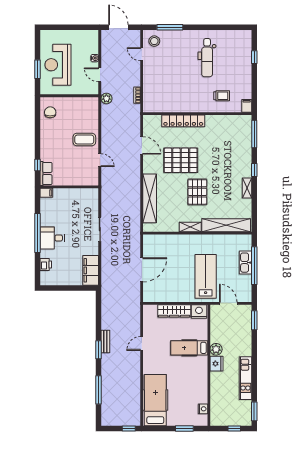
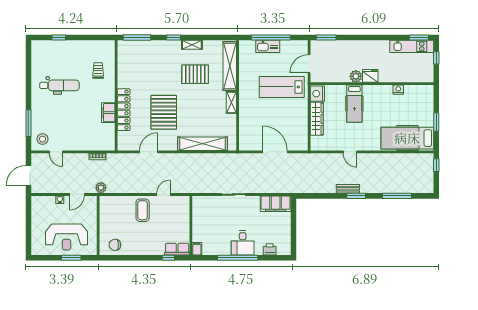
door: (142, 54) -> (56, 152), hinge flipped
filing cabinet: (247, 106) -> (108, 113), moved, width x2.00
pallet: (197, 192) -> (195, 74), moved
kitchen unit: (245, 378) -> (412, 46), moved
nightstand: (203, 409) -> (398, 90), moved
window: (184, 428) -> (436, 122), moved

